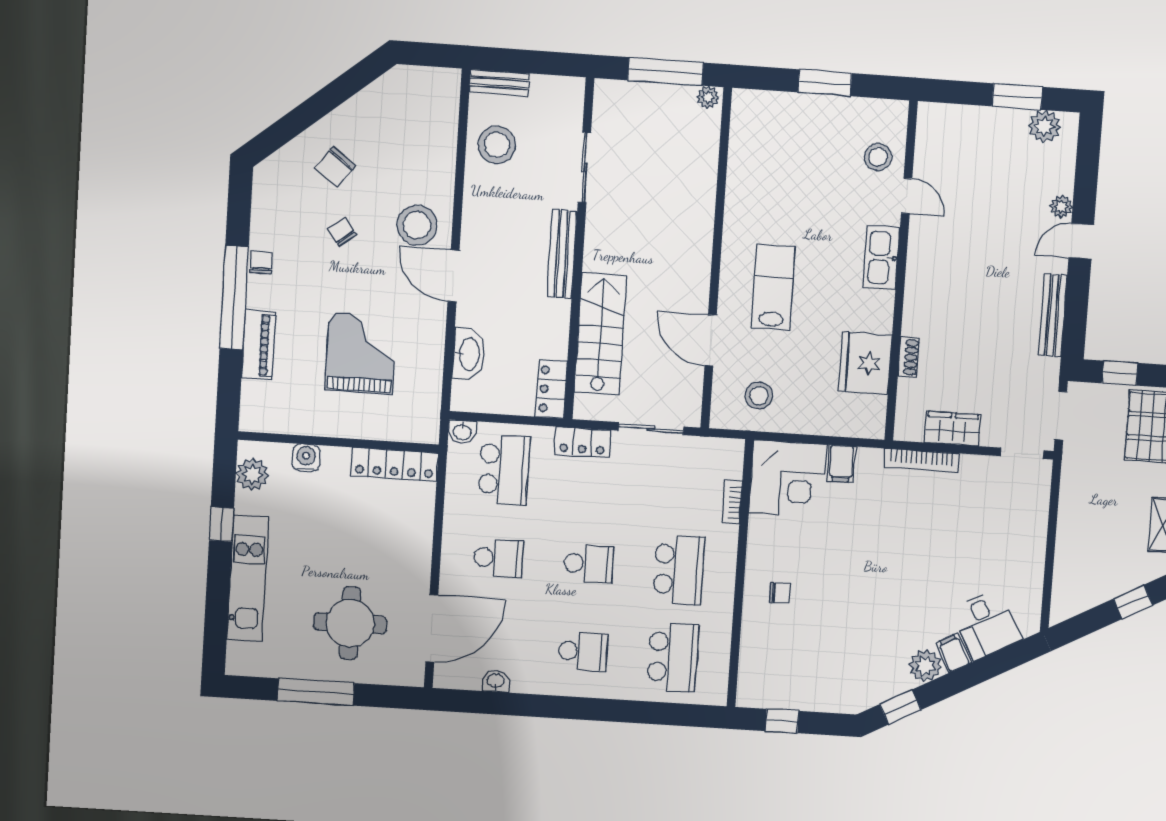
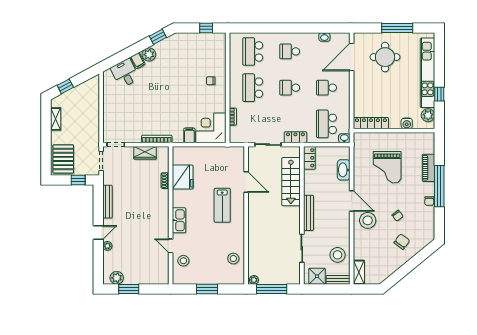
shower: (551, 95) -> (317, 276), added
shelving: (447, 98) -> (359, 272), added
stool: (759, 396) -> (233, 259), moved
kitchen unit: (248, 578) -> (427, 73), width x1.36

